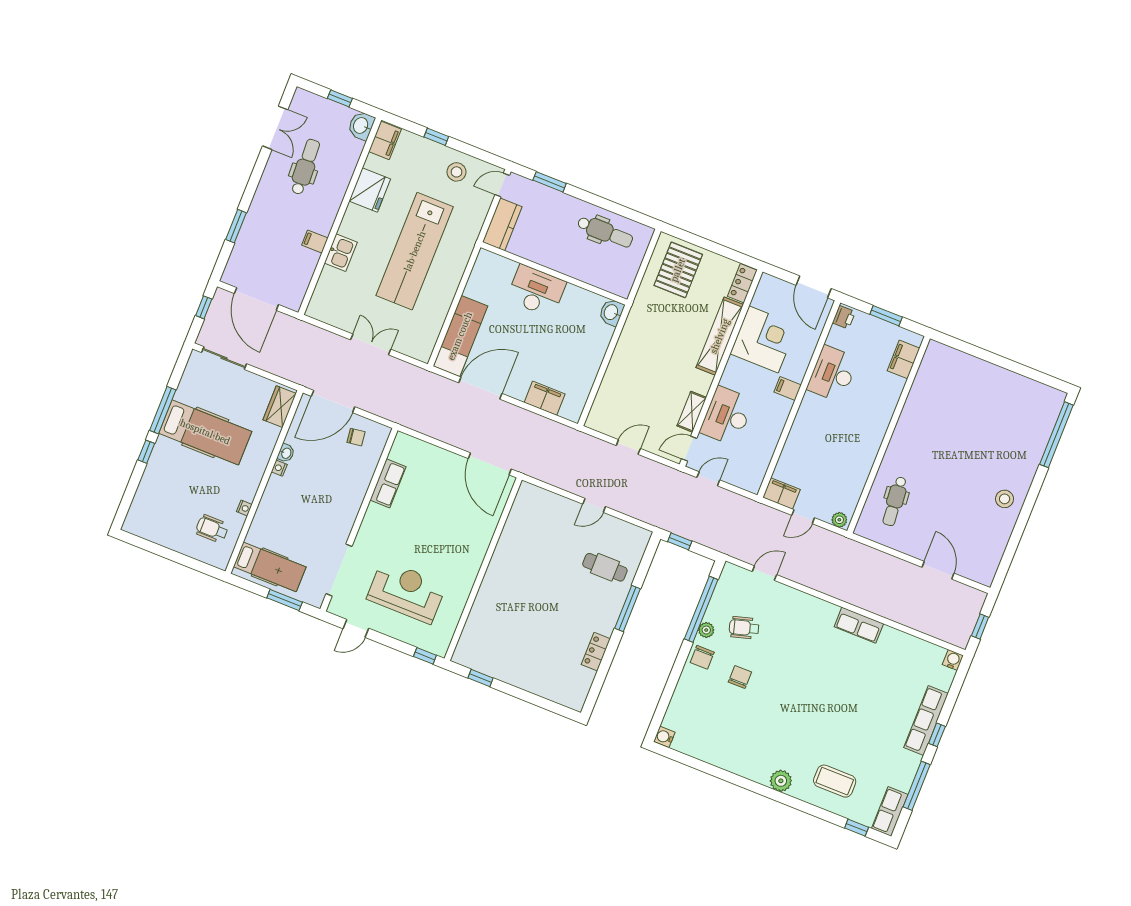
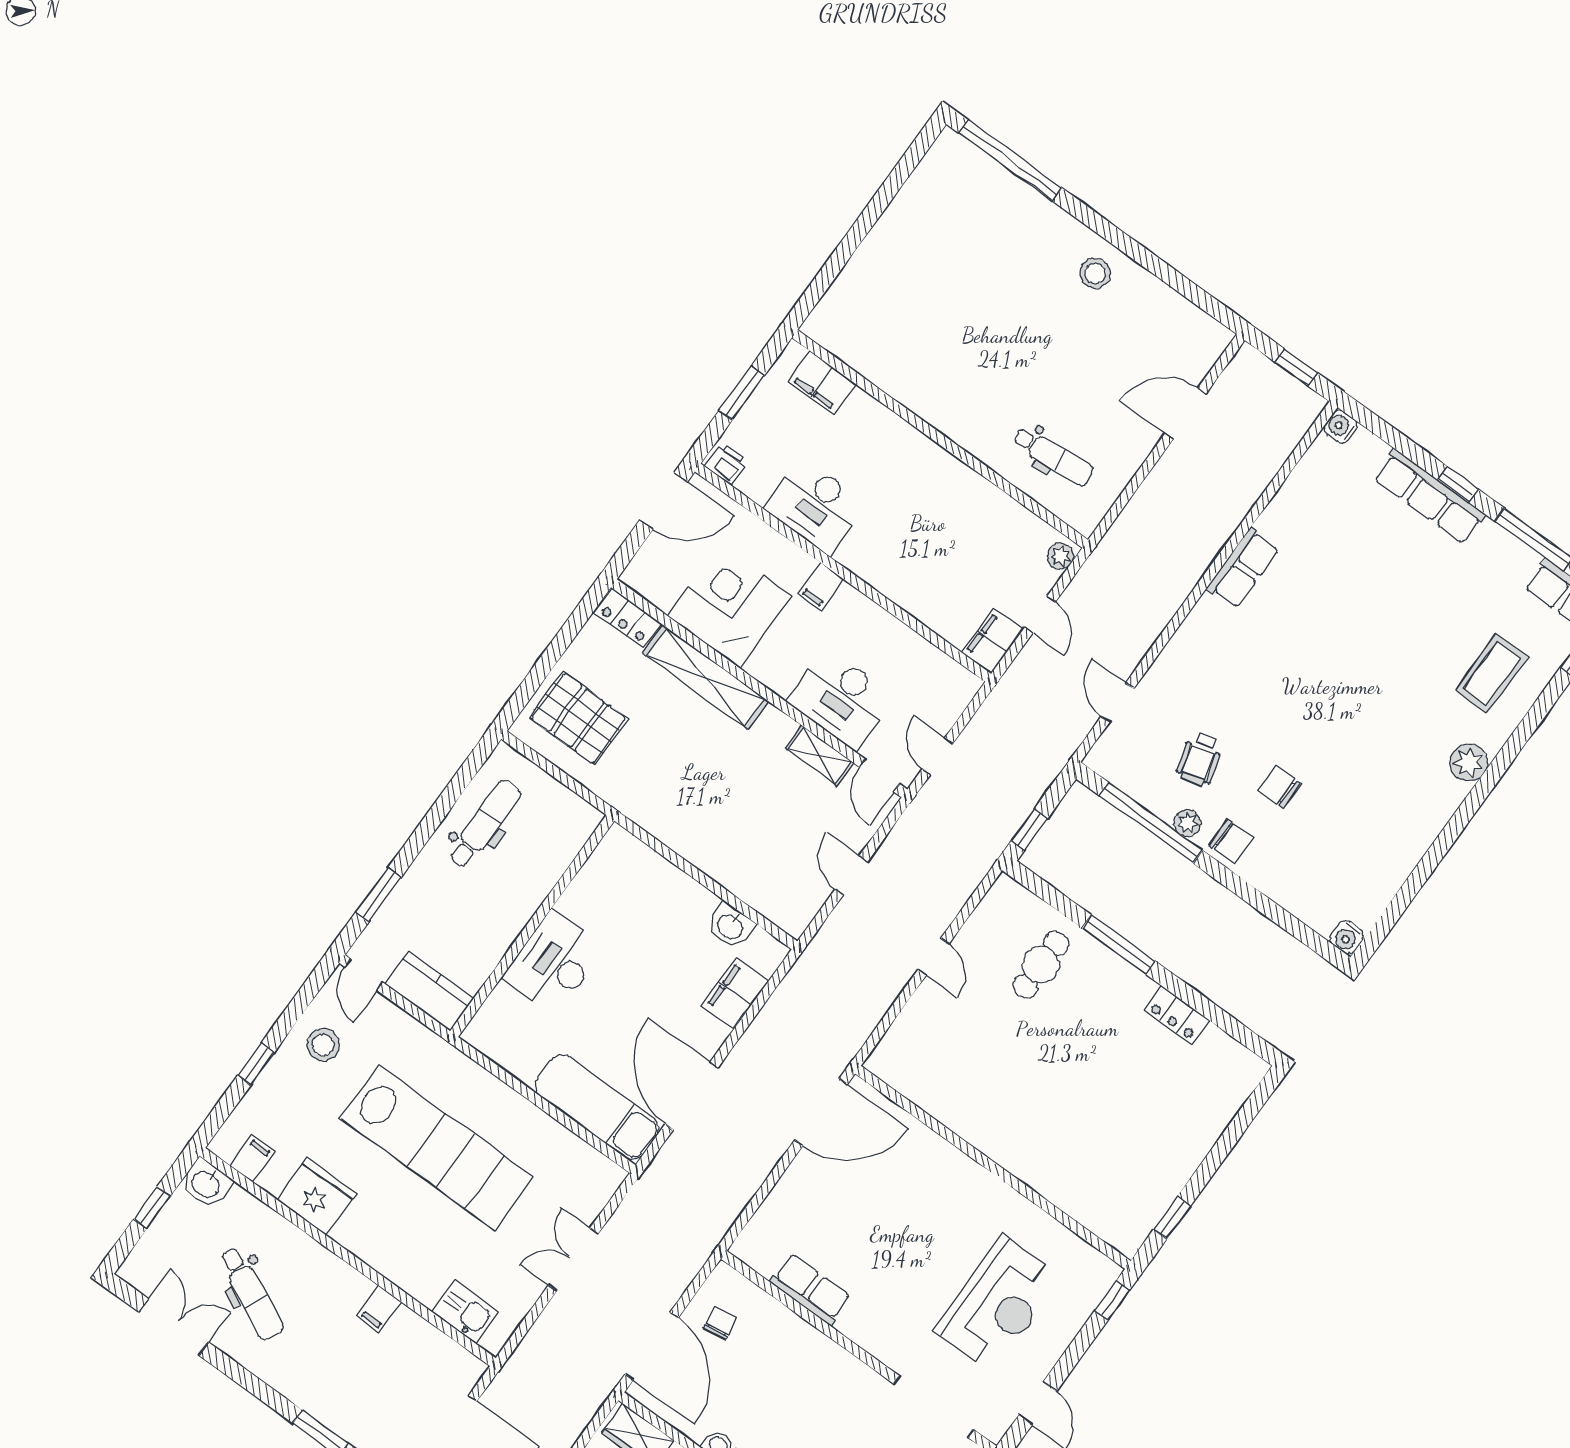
filing cabinet: (385, 140) -> (252, 1159), width x0.50
dental chair: (305, 167) -> (251, 1294), turned -151
kitchen sink: (341, 253) -> (465, 1312), moved
washbasin: (611, 312) -> (730, 926), moved
reception desk: (406, 592) -> (998, 1304), turned 180

